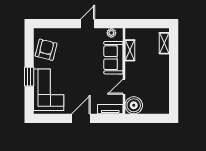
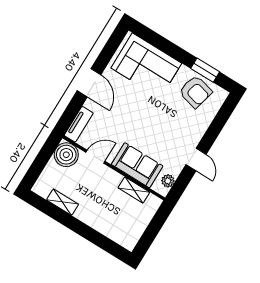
shelving: (164, 43) -> (63, 202), moved
window: (29, 77) -> (205, 70), moved
door: (124, 87) -> (95, 157), hinge flipped

